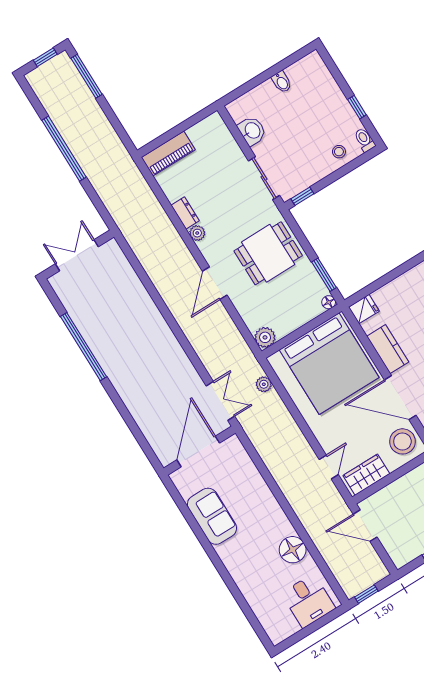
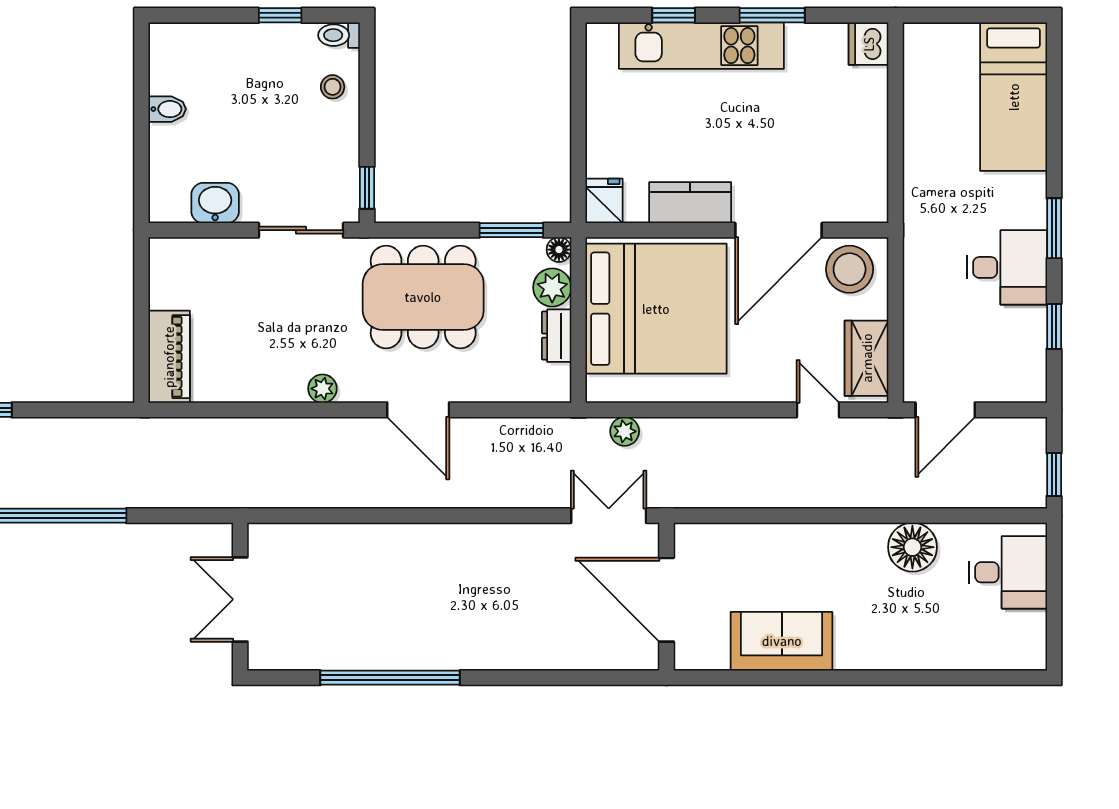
dresser: (185, 213) -> (557, 336), moved, turned -90
dining table: (268, 253) -> (423, 297), width x1.38
plant: (265, 337) -> (552, 287), moved

